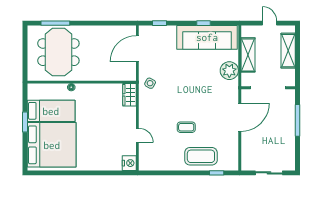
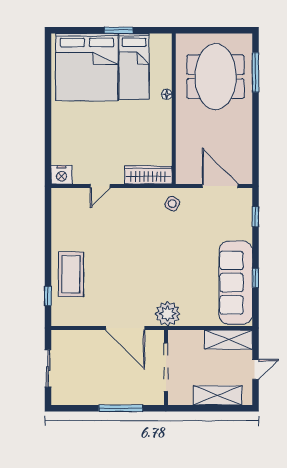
meeting table: (58, 52) -> (216, 77), turned 90
shelving: (248, 55) -> (228, 340), moved
plant: (229, 71) -> (168, 314), moved
wardrobe: (129, 95) -> (148, 175), width x1.50
coffee table: (186, 127) -> (111, 254), removed

